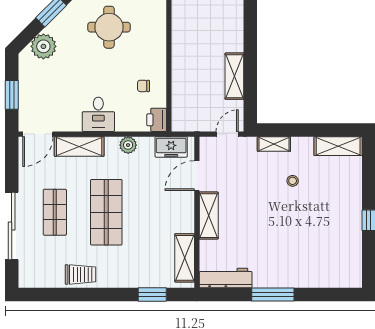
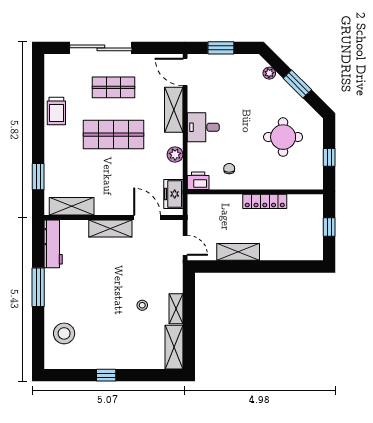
plant: (43, 46) -> (269, 73), width x0.53, depth x0.53
locker: (179, 47) -> (265, 201), added
shelving: (274, 144) -> (176, 309), moved
stool: (323, 266) -> (64, 333), added

